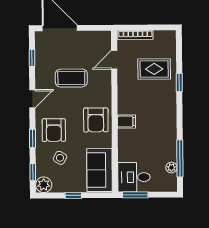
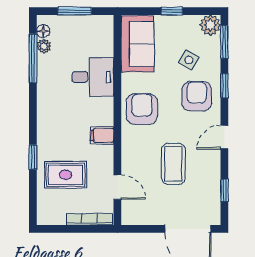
door: (114, 60) -> (117, 187), hinge flipped
coffee table: (71, 78) -> (173, 164), turned 90
filing cabinet: (126, 122) -> (102, 135), moved
window: (33, 172) -> (224, 42), width x1.50
desk: (134, 177) -> (93, 77), moved
floor lamp: (172, 179) -> (43, 31), added
window: (135, 195) -> (75, 11), moved

